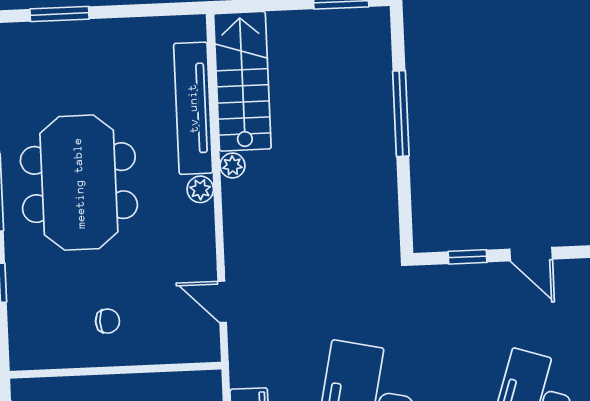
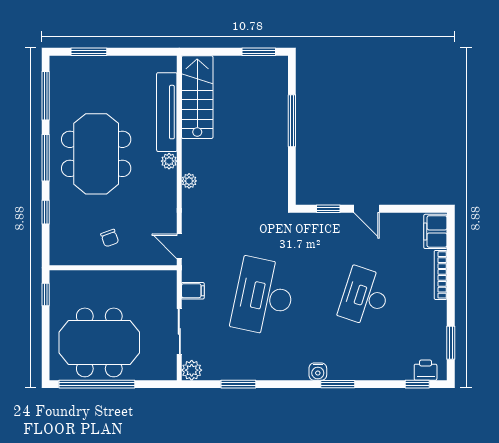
plant: (232, 166) -> (189, 181), moved
door: (222, 302) -> (179, 246), moved
chair: (108, 321) -> (110, 238), turned 70

